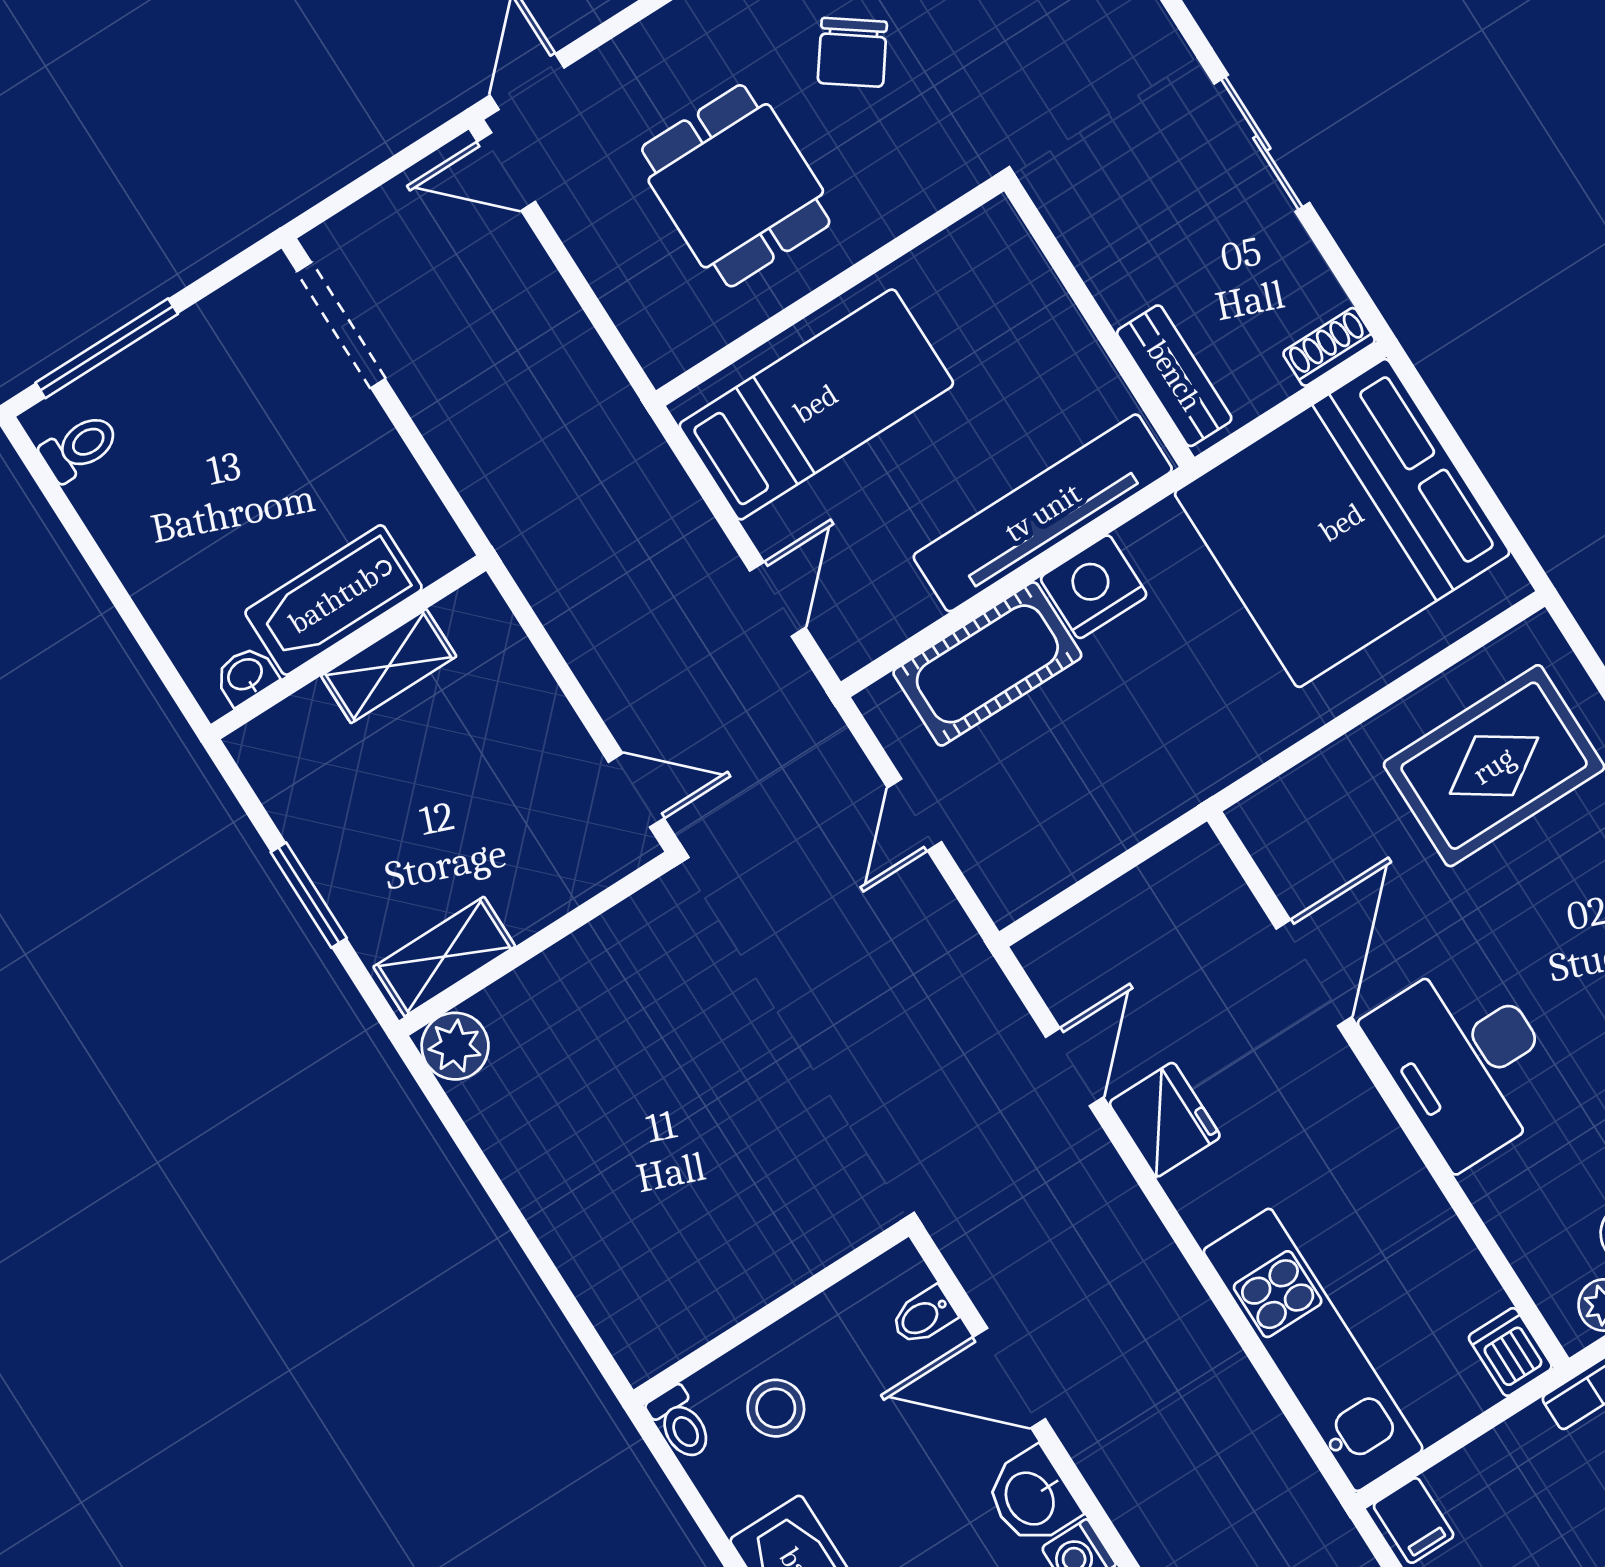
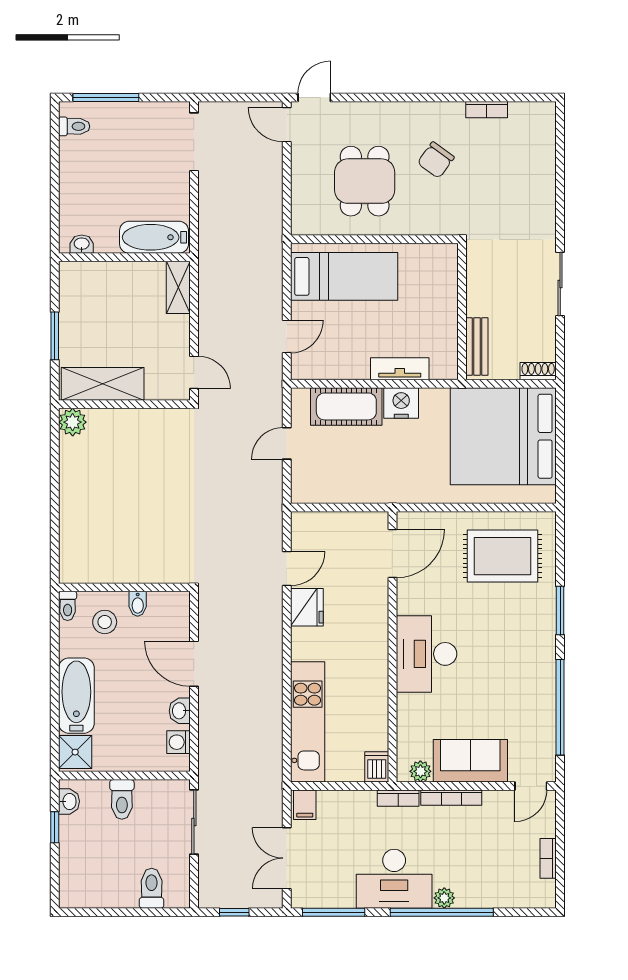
tv unit: (1043, 513) -> (400, 369), width x0.52, depth x0.78
bathtub: (334, 600) -> (154, 237), moved
shelving: (389, 666) -> (178, 287), moved, turned 90
shelving: (444, 957) -> (103, 384), width x1.50, depth x1.33
door: (1314, 973) -> (392, 554), moved
bidet: (923, 1316) -> (138, 604), moved, turned -90
washbasin: (1031, 1497) -> (180, 711), width x0.72, depth x0.69

